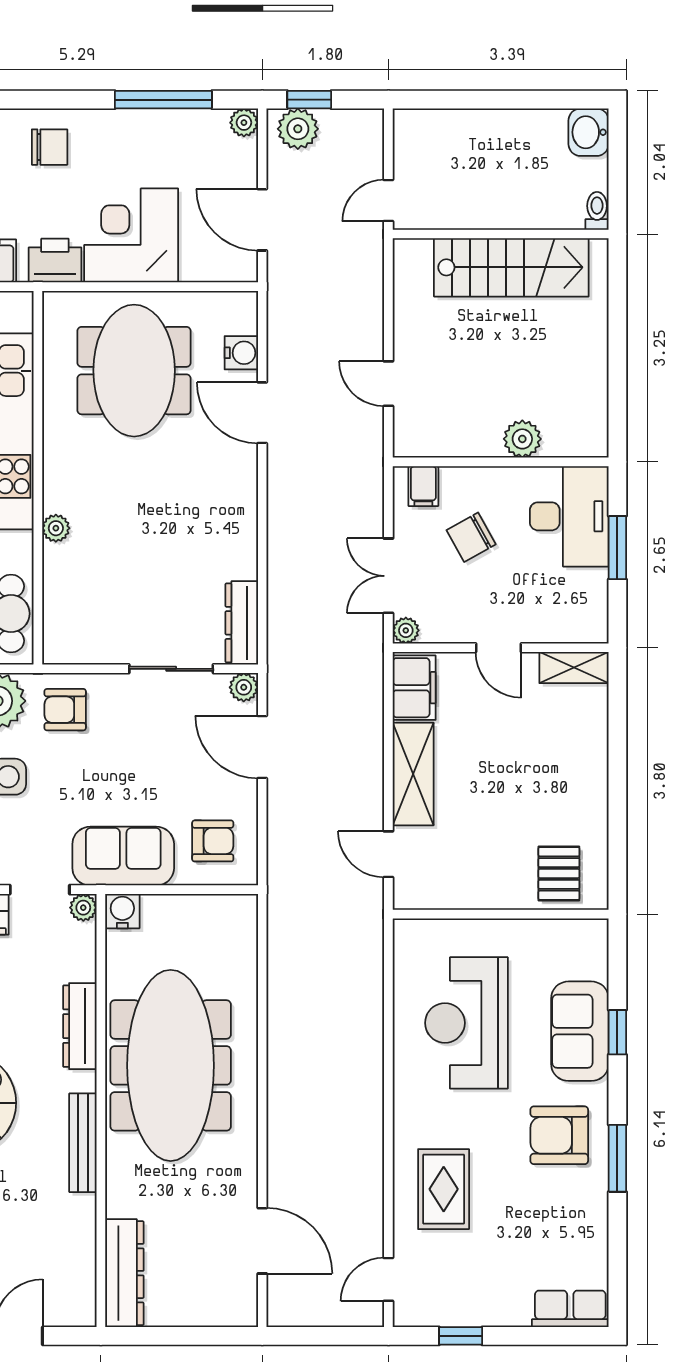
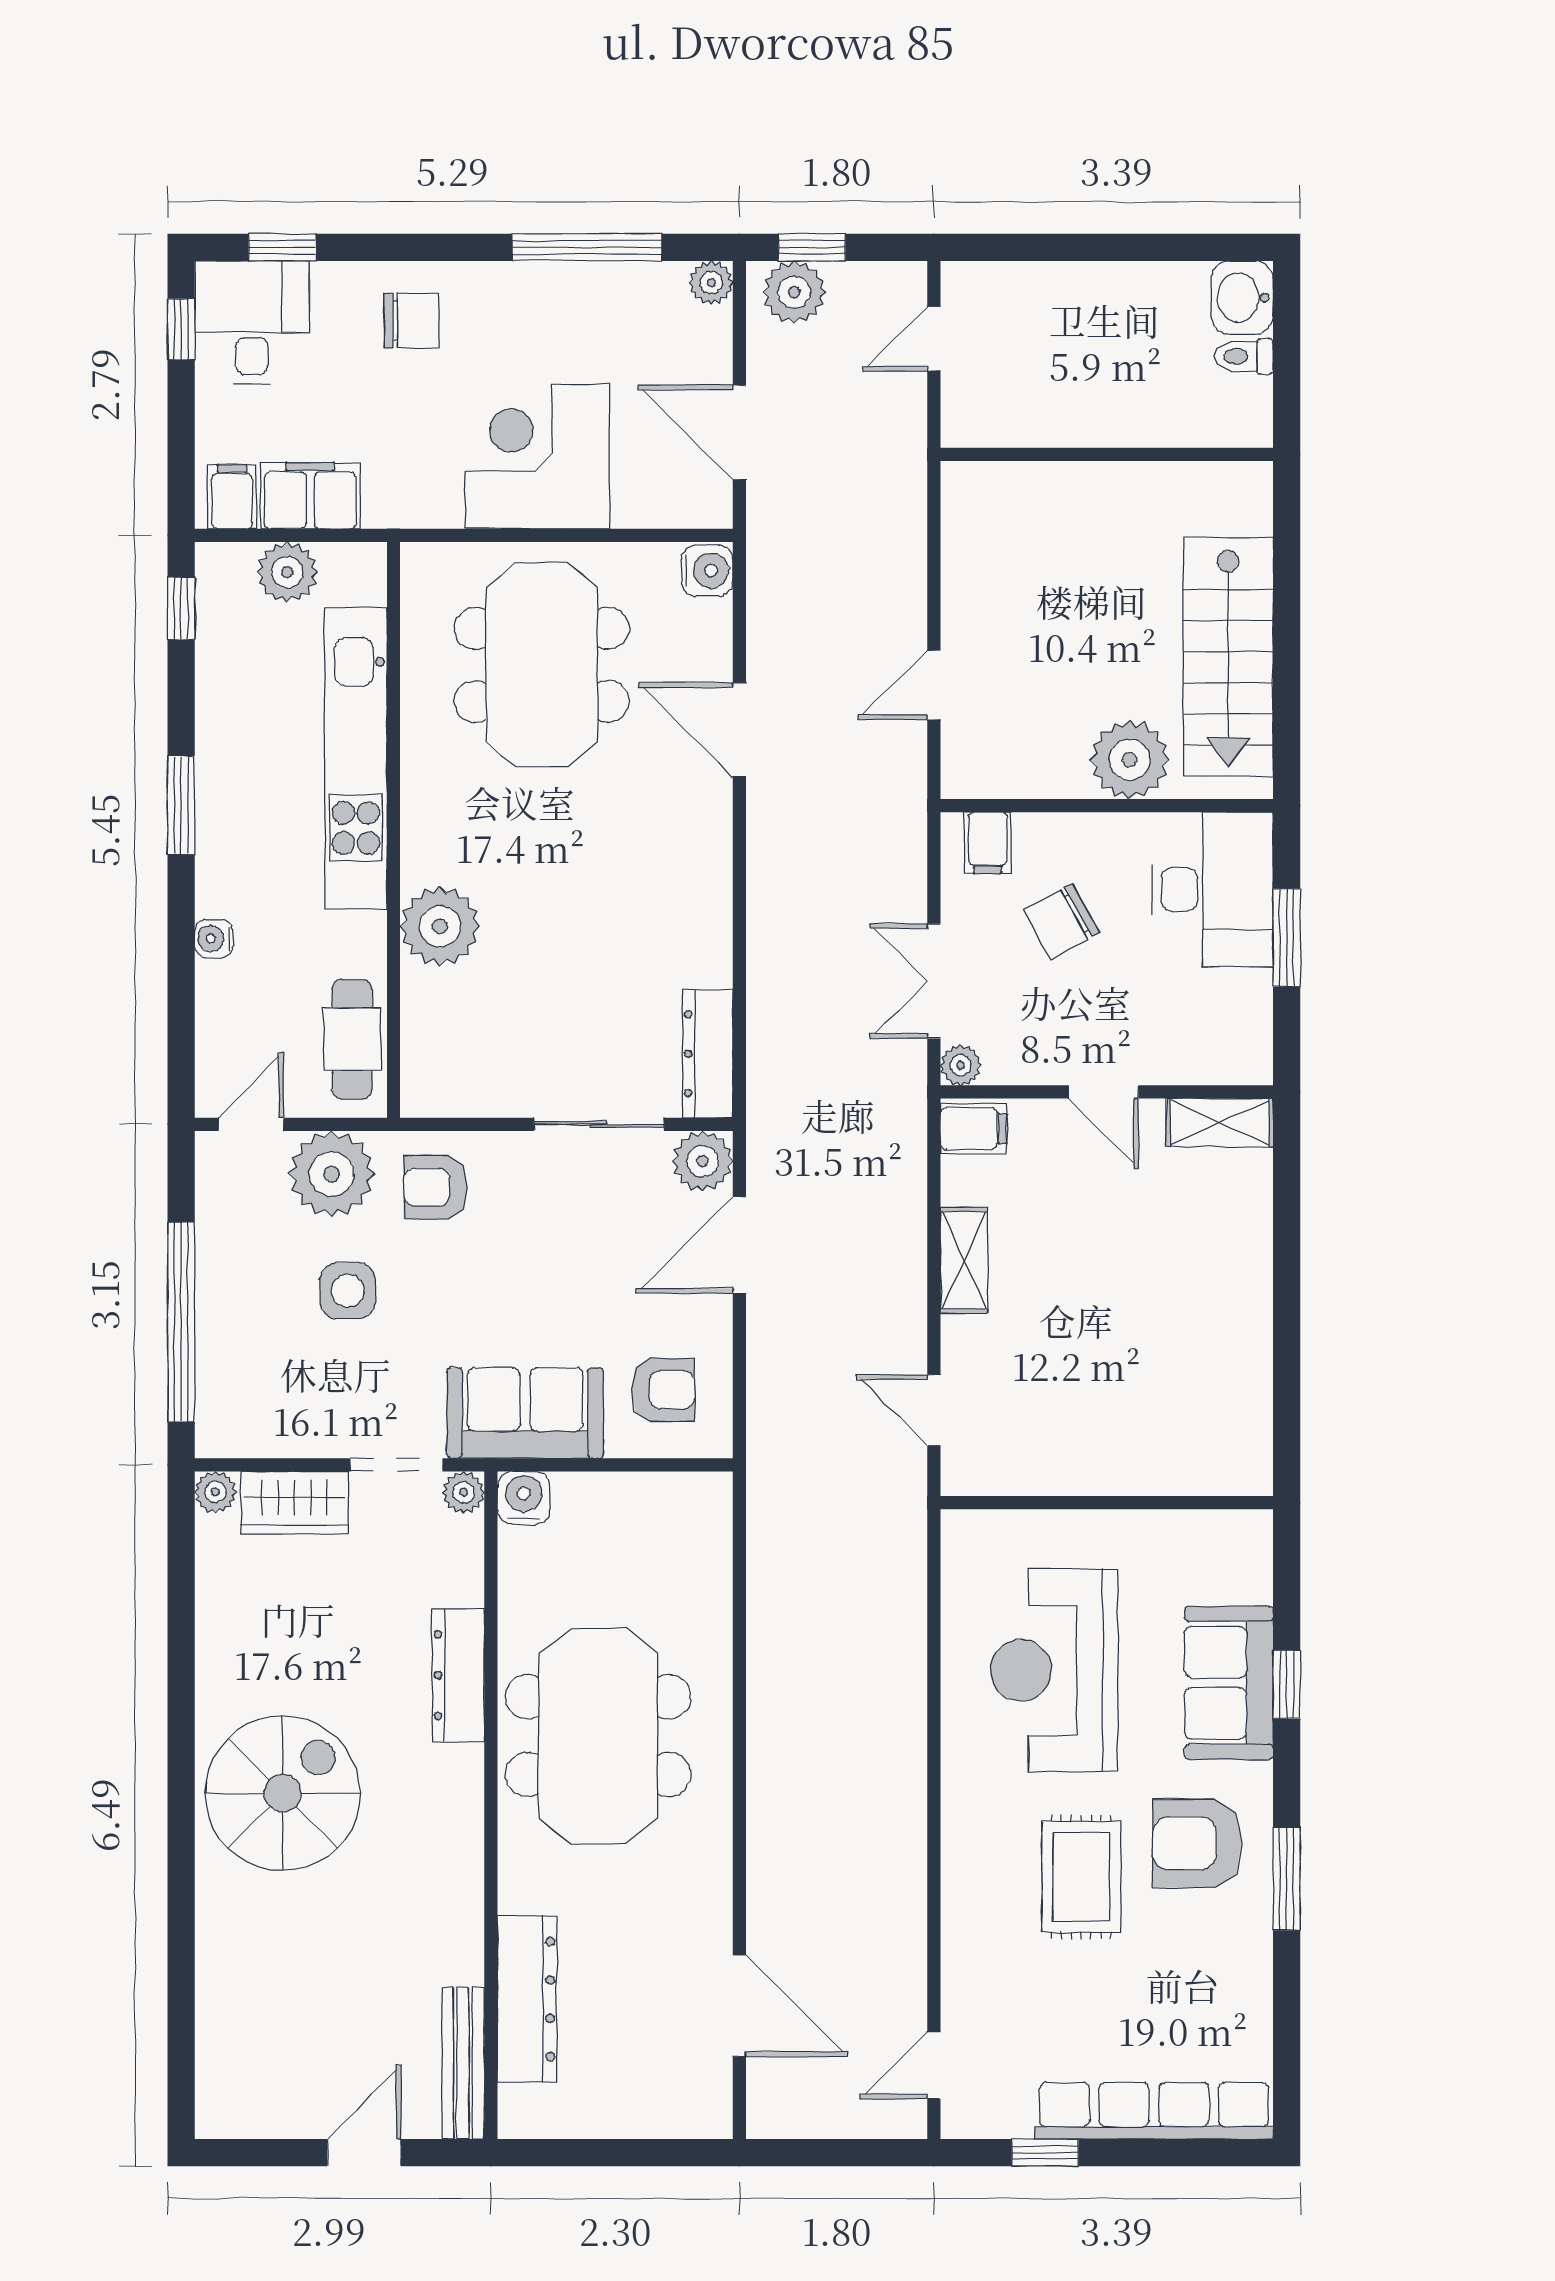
door: (388, 200) -> (934, 339), moved
toilet: (597, 211) -> (1244, 356), moved, turned -90
printer: (55, 261) -> (420, 495), removed
stairs: (511, 267) -> (1228, 657), moved, turned 90
water cooler: (241, 353) -> (707, 571), moved
door: (388, 384) -> (934, 685), hinge flipped
plant: (522, 439) -> (1130, 760), width x1.36, depth x1.36
plant: (56, 528) -> (440, 926), width x1.88, depth x1.88
plant: (244, 687) -> (703, 1161), width x1.38, depth x1.38
filing cabinet: (414, 688) -> (973, 1129), width x0.50
door: (262, 747) -> (739, 1245), hinge flipped
shelving: (413, 774) -> (964, 1260), width x0.67, depth x0.75
pallet: (559, 873) -> (1197, 1440), removed
meeting table: (171, 1065) -> (598, 1736), width x0.73
bench: (83, 1143) -> (463, 2063), moved
rug: (444, 1189) -> (1081, 1877), moved
dresser: (124, 1273) -> (527, 1999), moved
row of seats: (570, 1309) -> (1154, 2111), width x2.02

